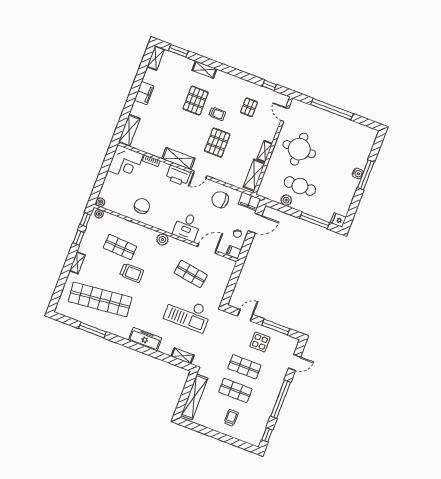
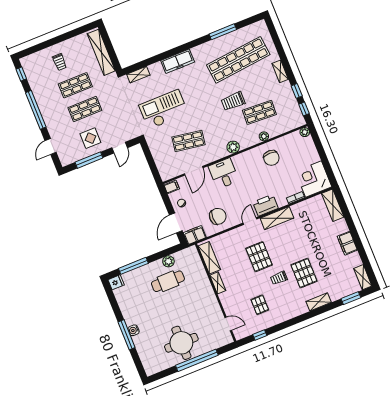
round table: (299, 149) -> (181, 343), moved
plant: (99, 214) -> (264, 136), moved

